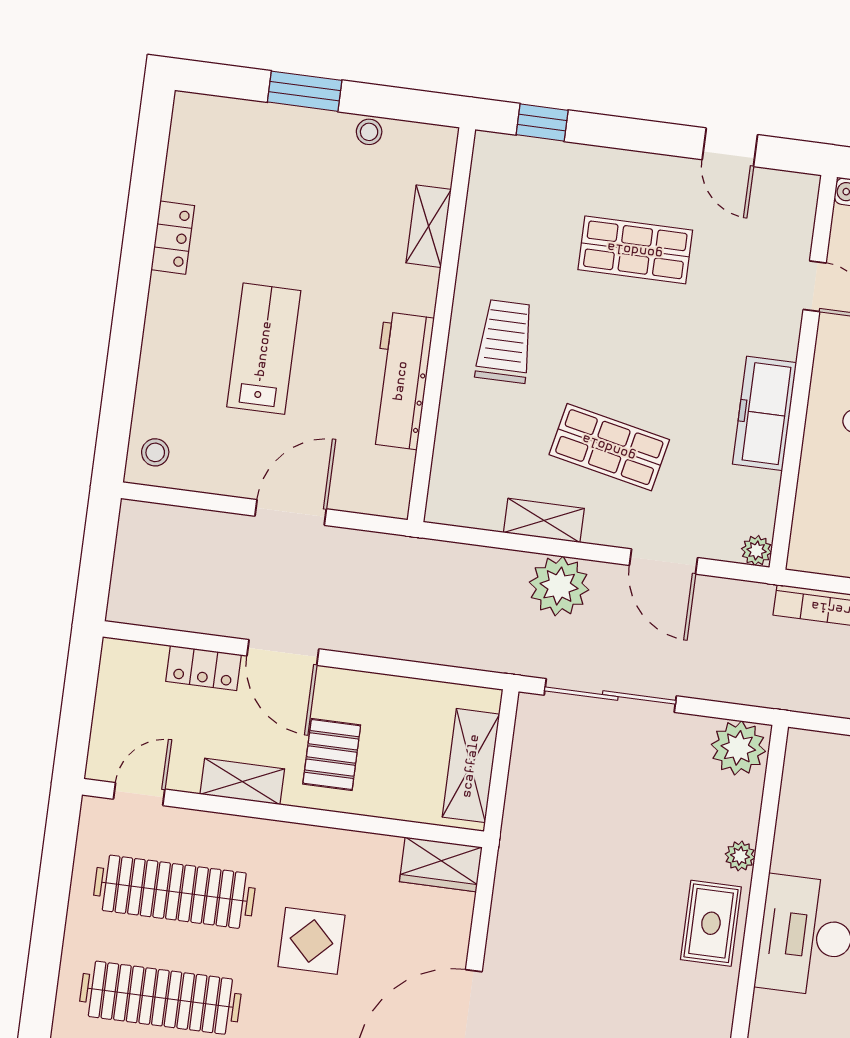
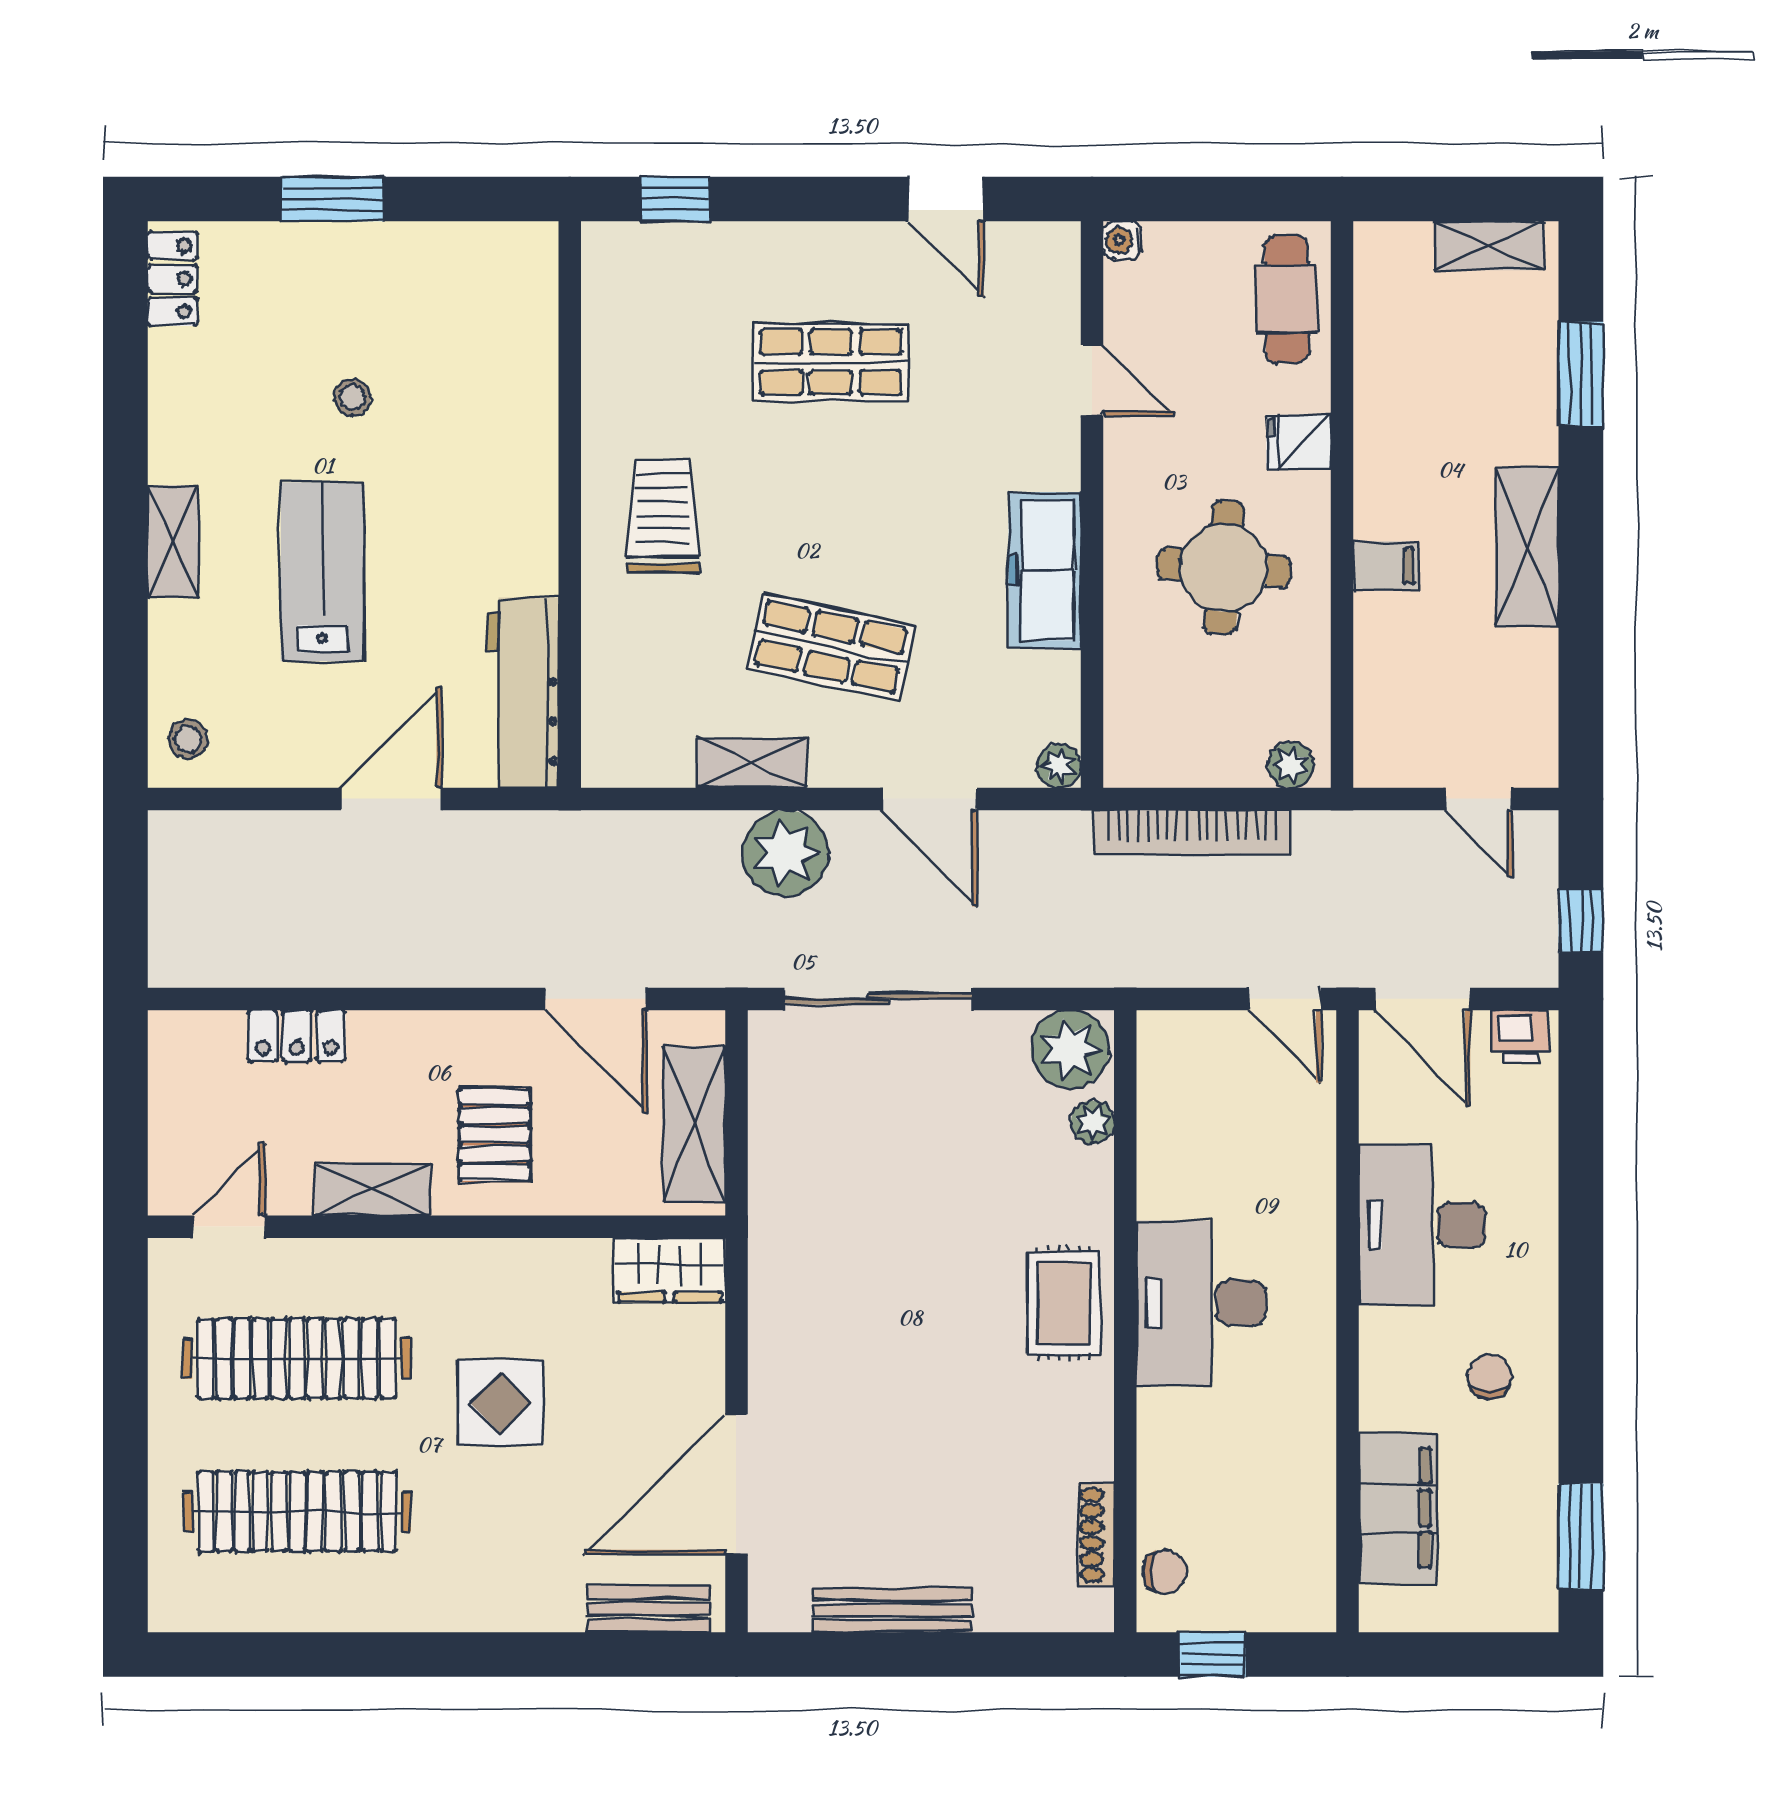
stool: (369, 132) -> (352, 397), moved
shelving: (429, 226) -> (173, 542), moved
locker: (173, 238) -> (173, 279), moved
workbench: (401, 381) -> (523, 693), moved
door: (283, 652) -> (596, 999), moved
plant: (740, 856) -> (1093, 1122), moved

